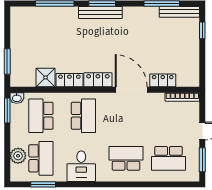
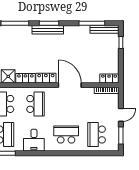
locker: (163, 80) -> (109, 79), moved
school desk: (169, 158) -> (97, 135), turned 90

